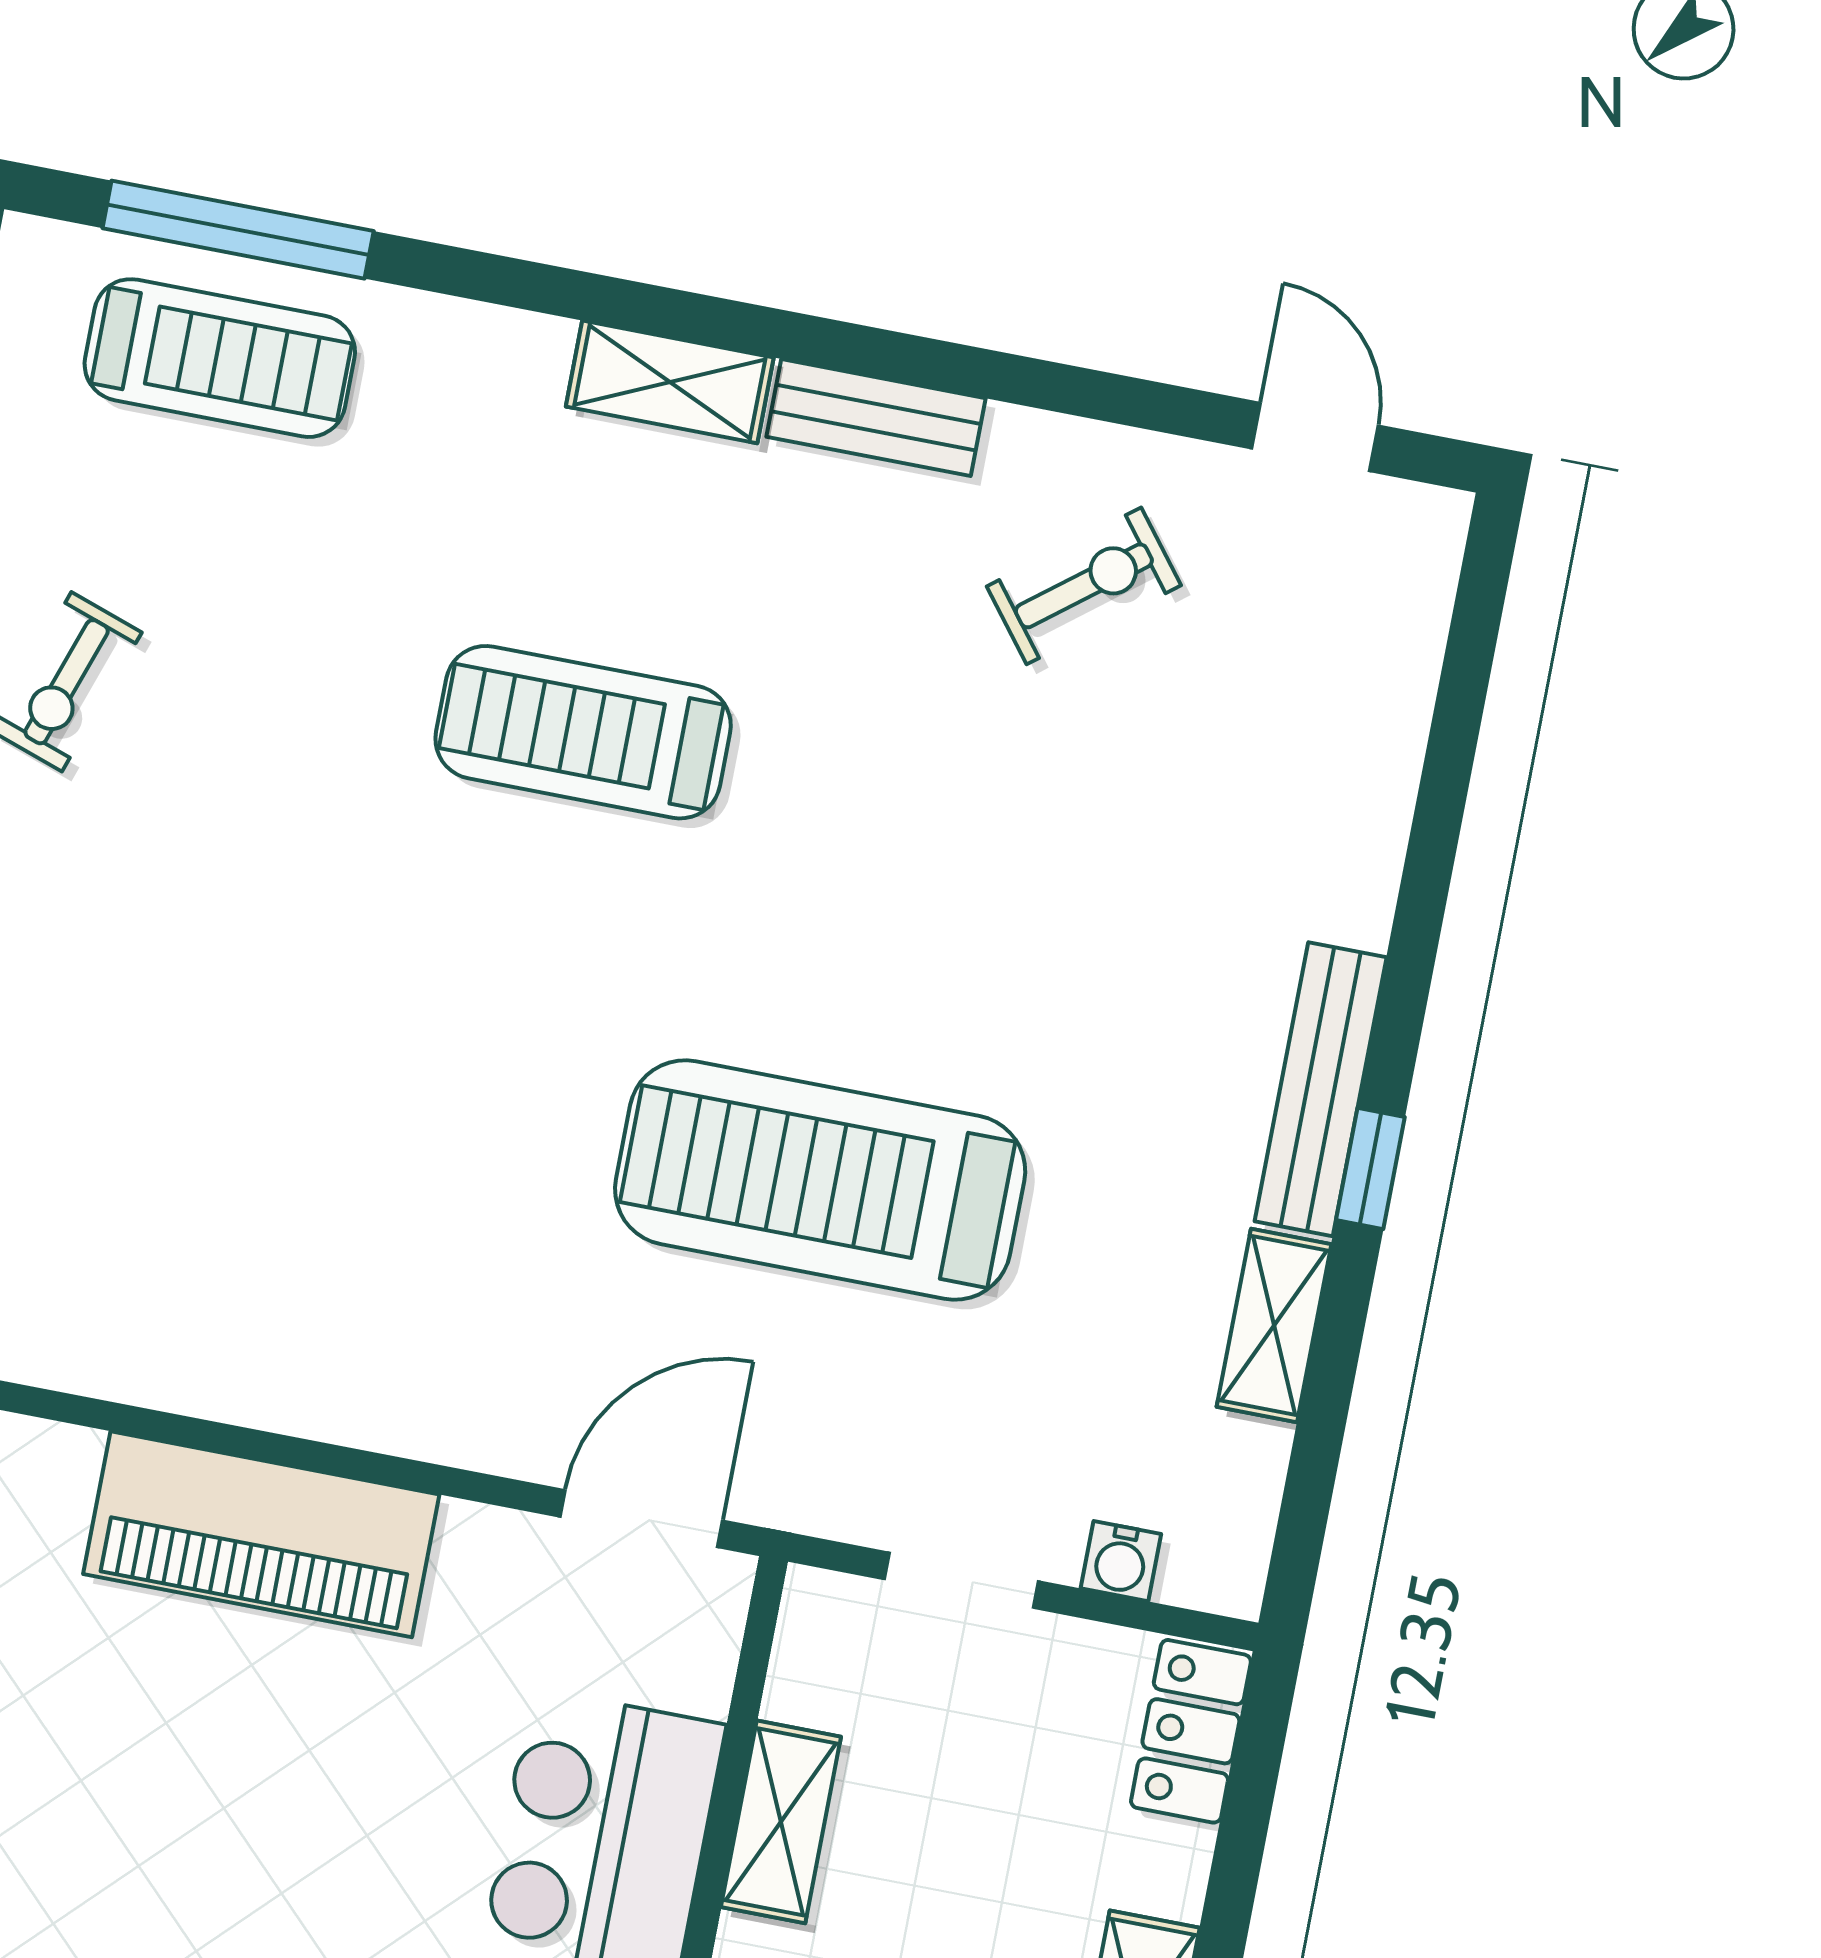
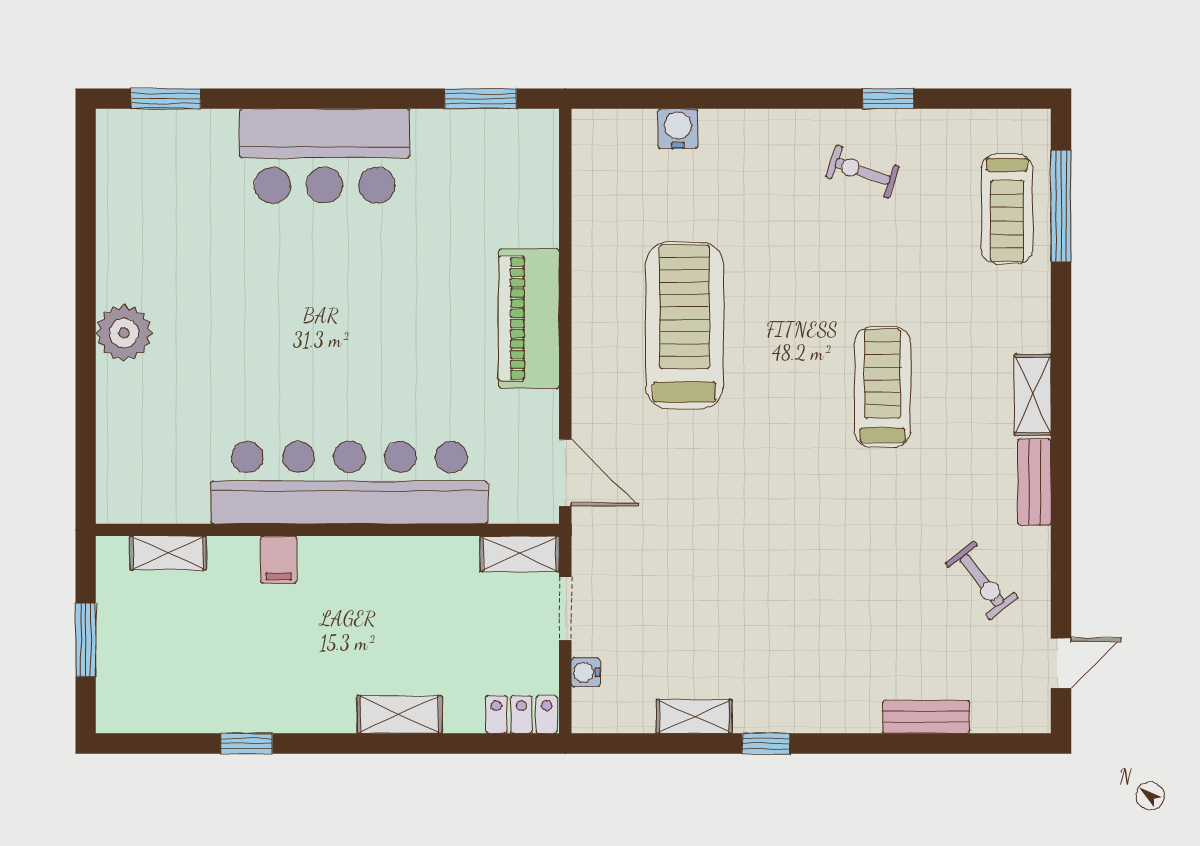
bench: (1321, 1089) -> (926, 717), moved, width x0.73
treadmill: (820, 1180) -> (684, 325), moved
shelving: (781, 1822) -> (520, 554), moved

